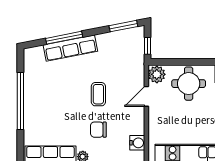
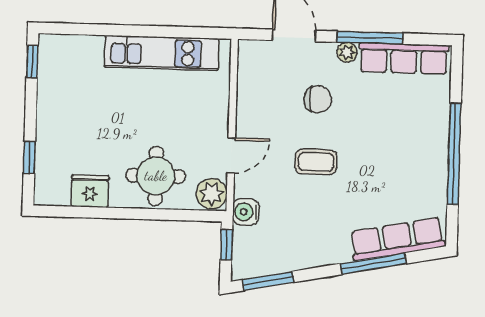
row of seats: (70, 48) -> (397, 239), moved
coffee table: (98, 94) -> (316, 162), turned 90
water cooler: (137, 143) -> (246, 212), moved

